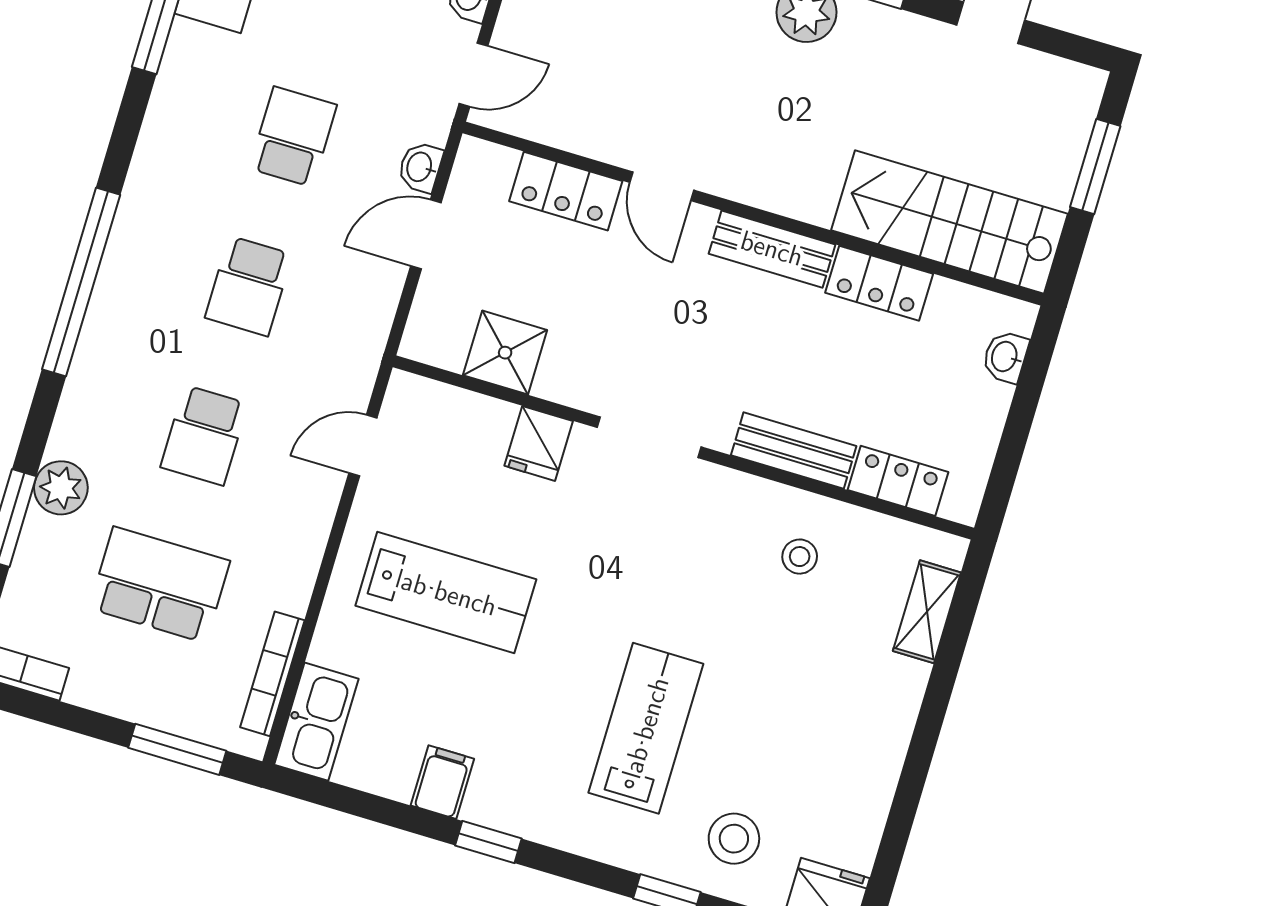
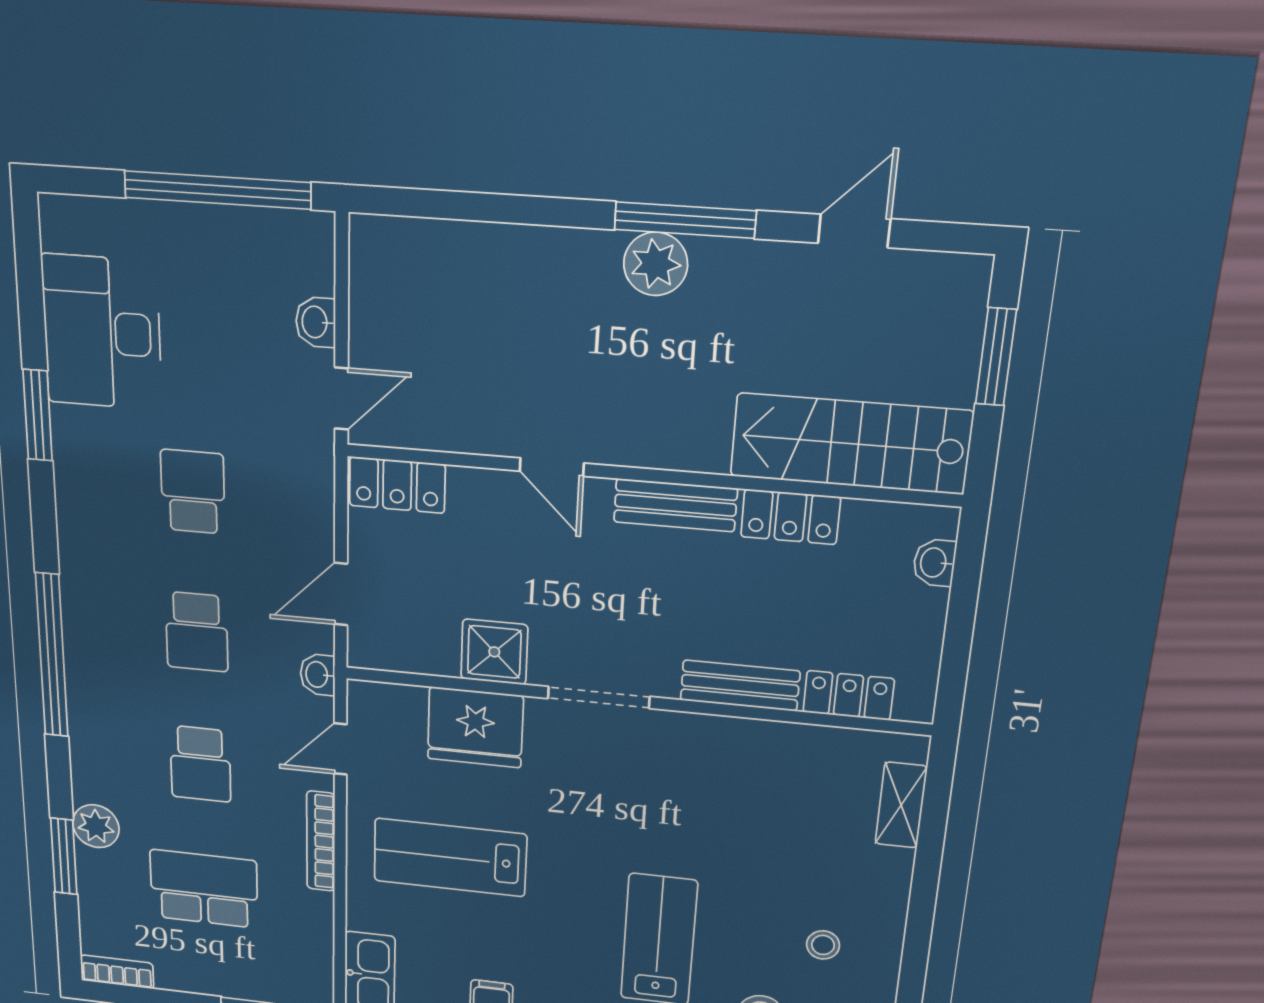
washbasin: (420, 167) -> (318, 675), moved
locker: (566, 191) -> (397, 485), moved
door: (426, 234) -> (341, 594), moved
shower: (505, 353) -> (494, 652), moved
fridge: (539, 443) -> (475, 727), width x1.88, depth x1.34
stool: (800, 557) -> (823, 945), moved
lab bench: (446, 593) -> (450, 857), turned 180
bookcase: (272, 674) -> (321, 841), moved

